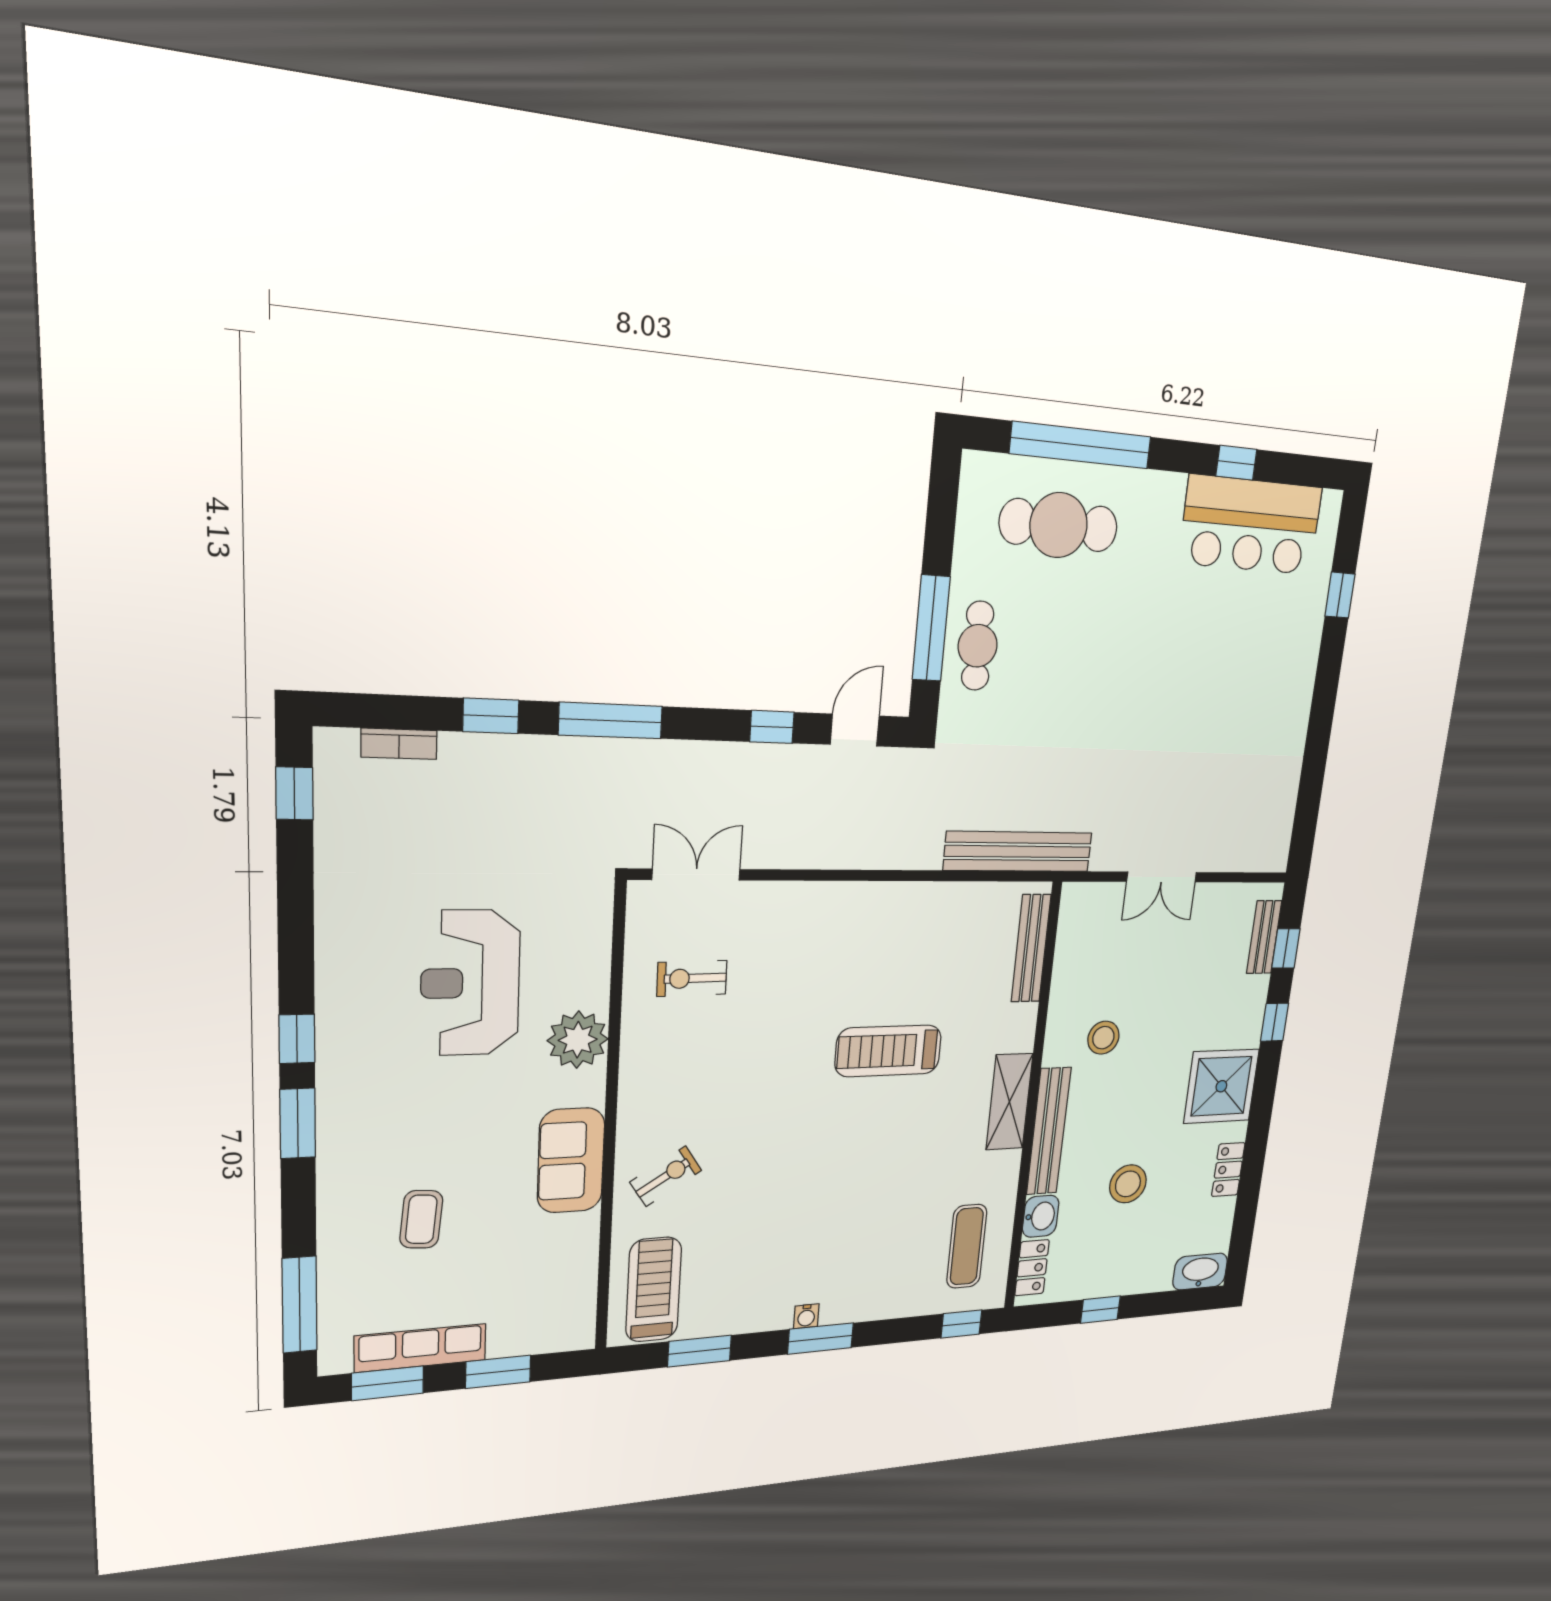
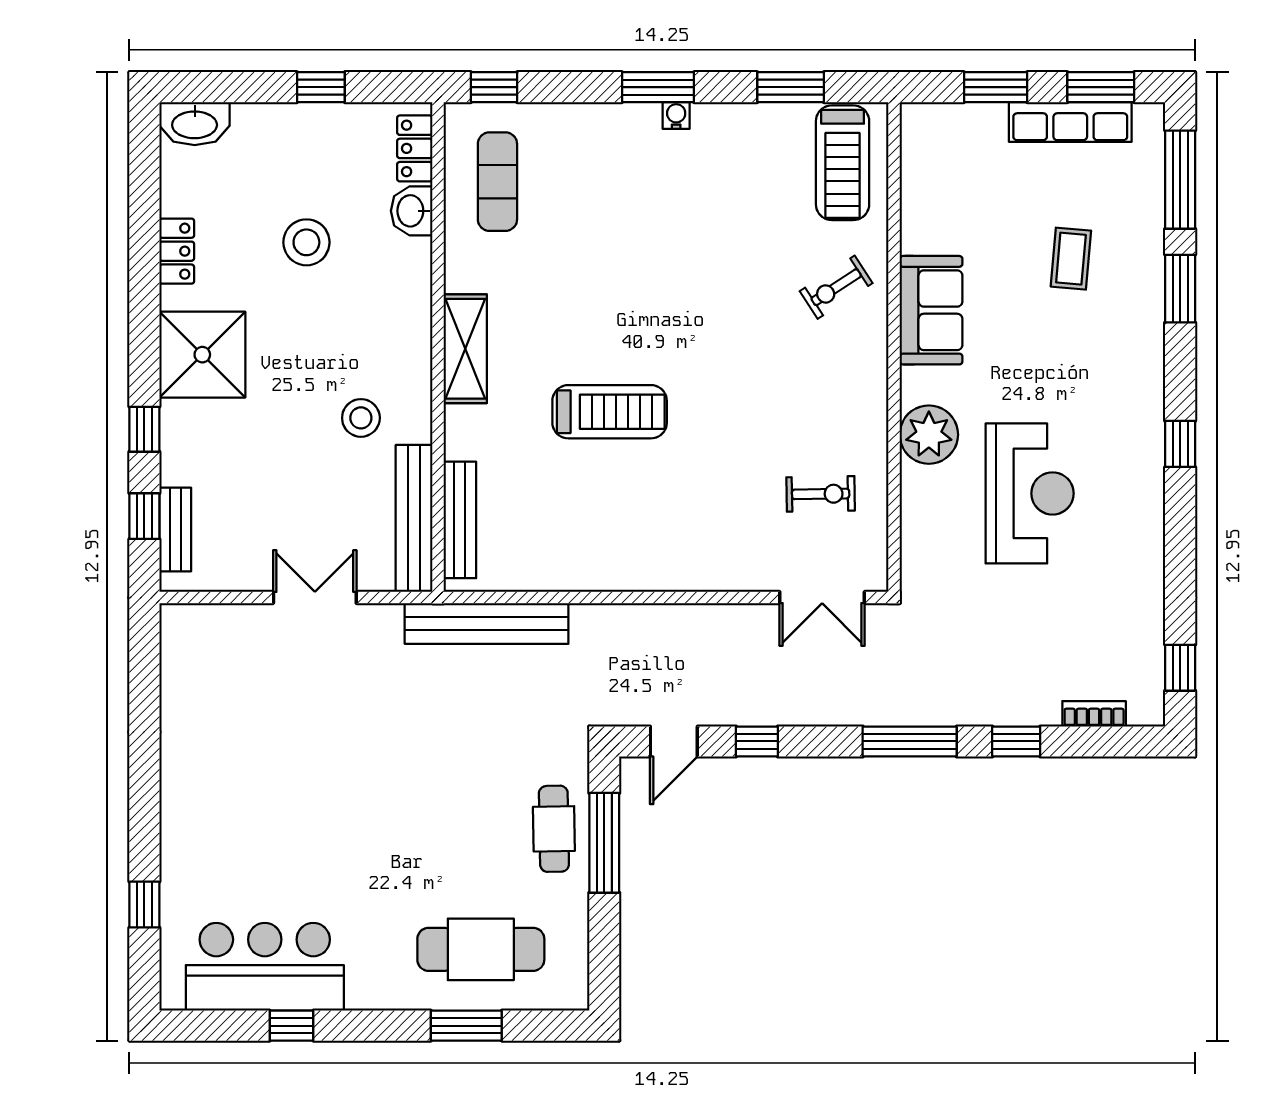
window: (1081, 445) -> (466, 1026), width x0.47
window: (298, 1123) -> (1180, 289), moved
bench: (1049, 1131) -> (414, 518), moved

